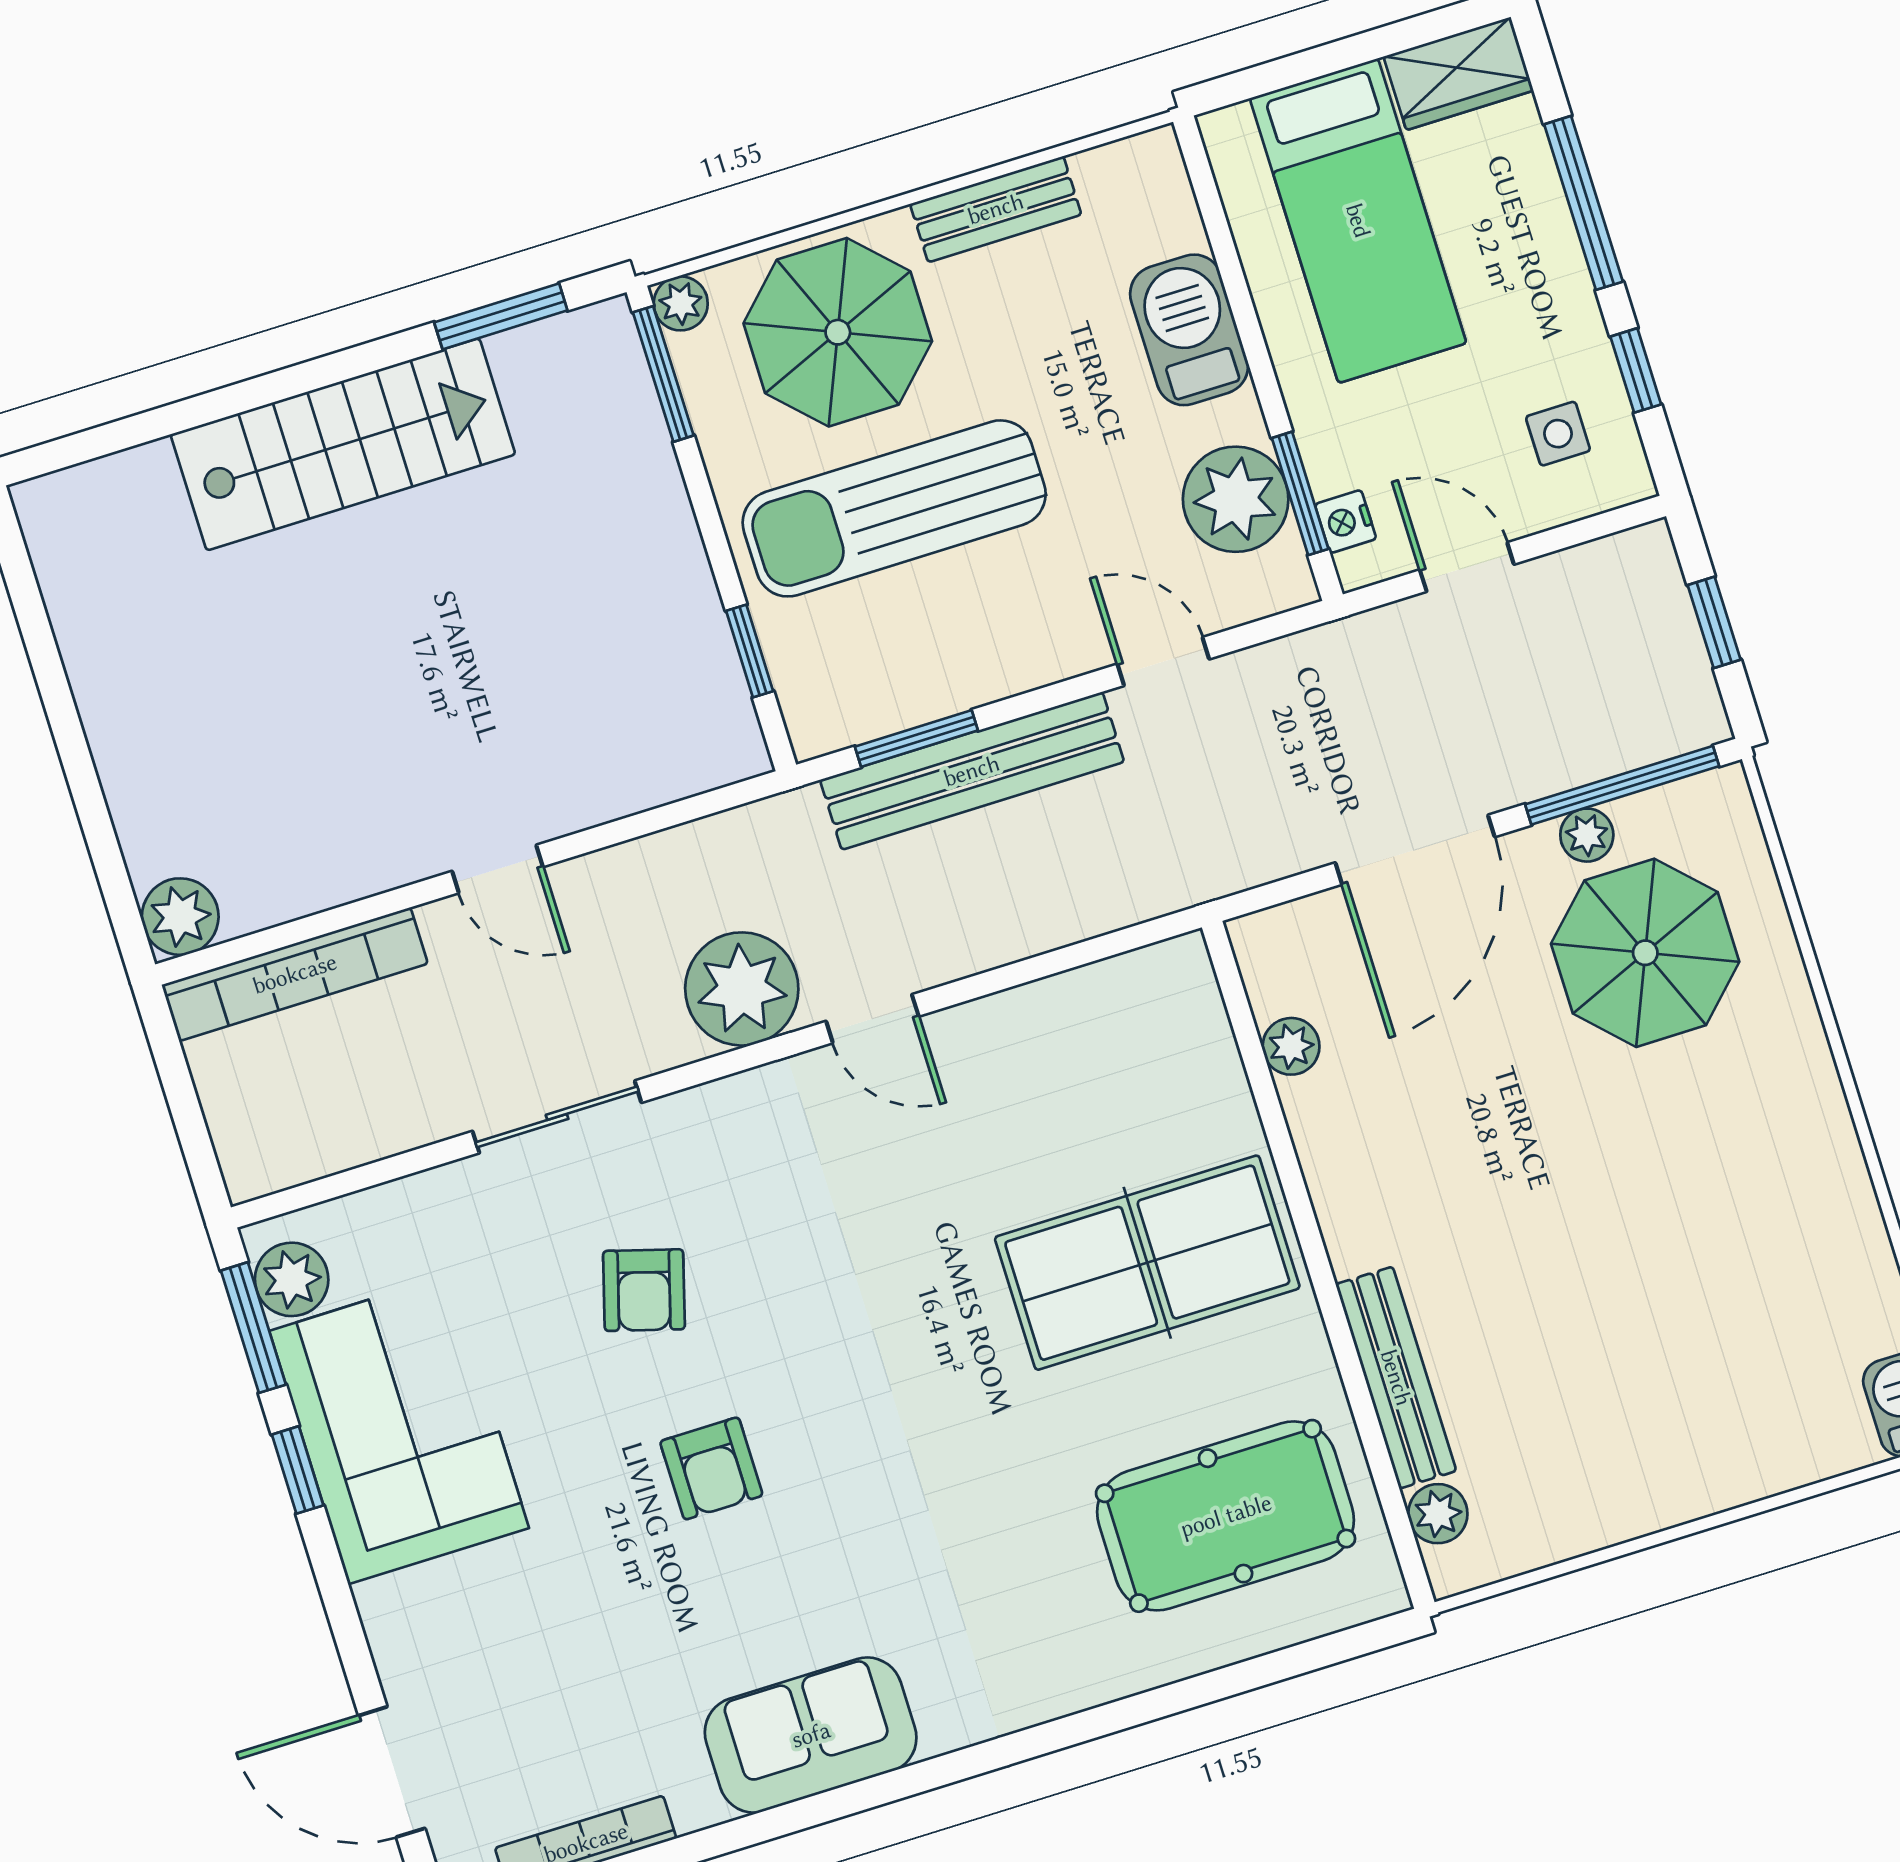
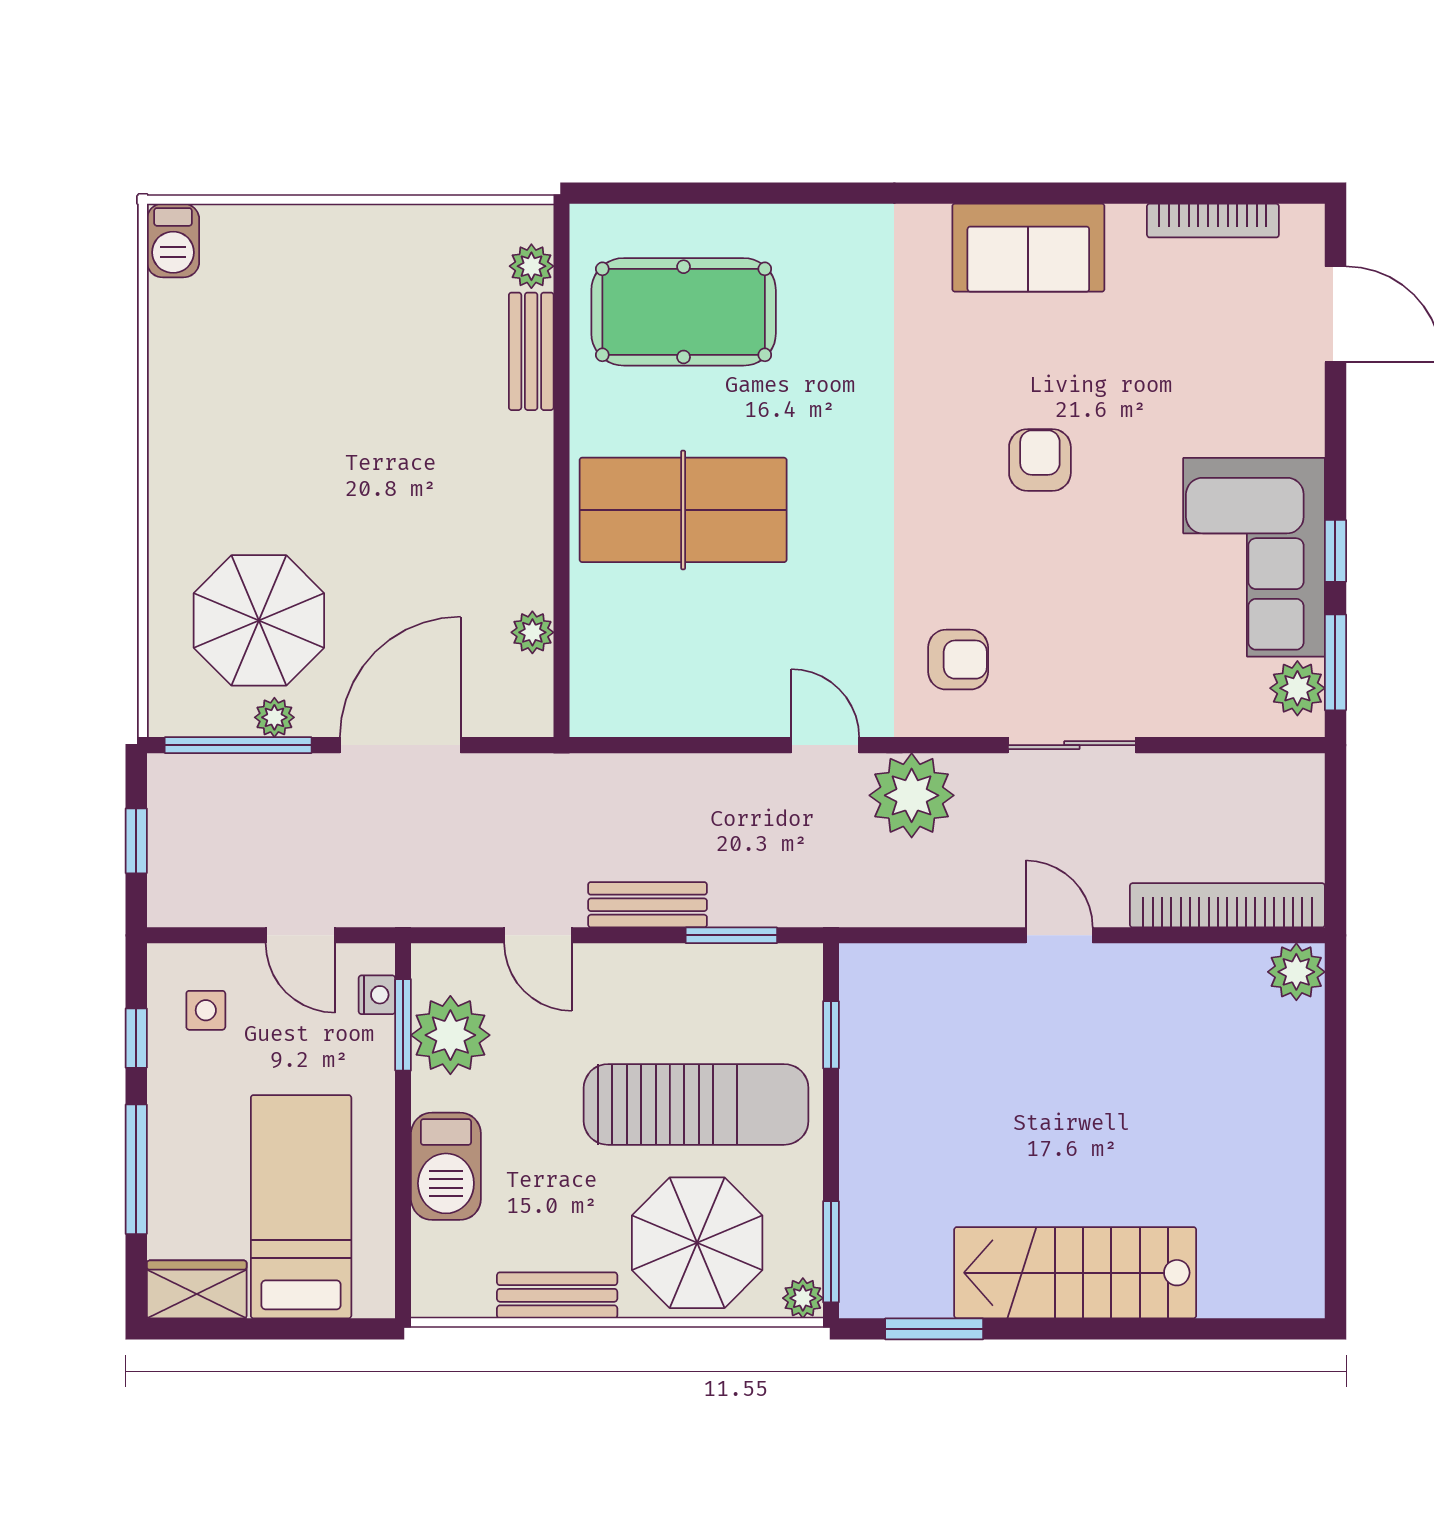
bench: (972, 771) -> (648, 905), width x0.54, depth x0.82
armchair: (644, 1290) -> (958, 660), moved, turned 74
bench: (1396, 1378) -> (531, 351), width x0.73

